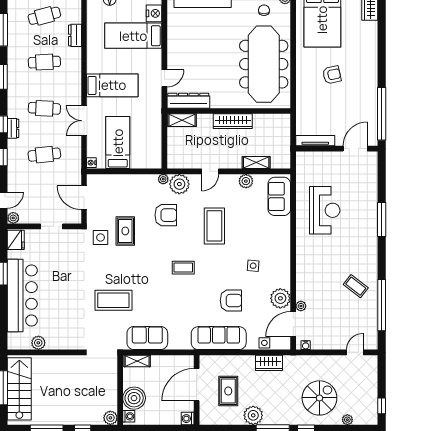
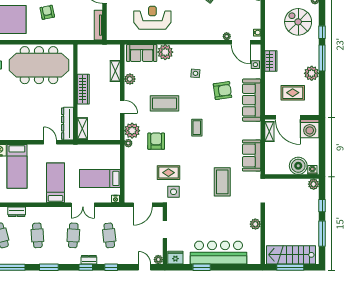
plant: (280, 298) -> (165, 52), moved
armchair: (231, 301) -> (222, 91), turned 82
plant: (38, 343) -> (255, 224), moved
shelving: (137, 361) -> (269, 131), moved
washing machine: (188, 419) -> (310, 129), width x1.89, depth x1.89

